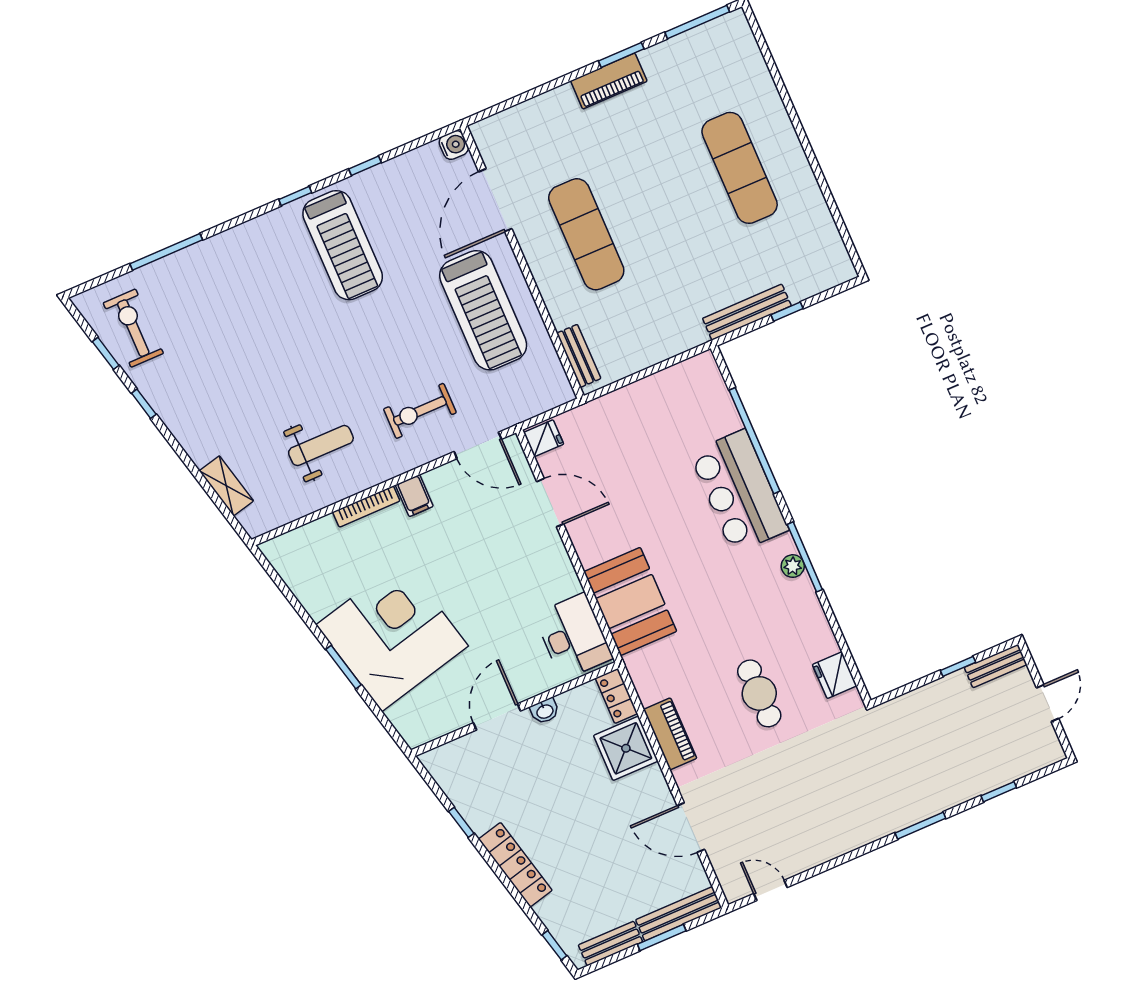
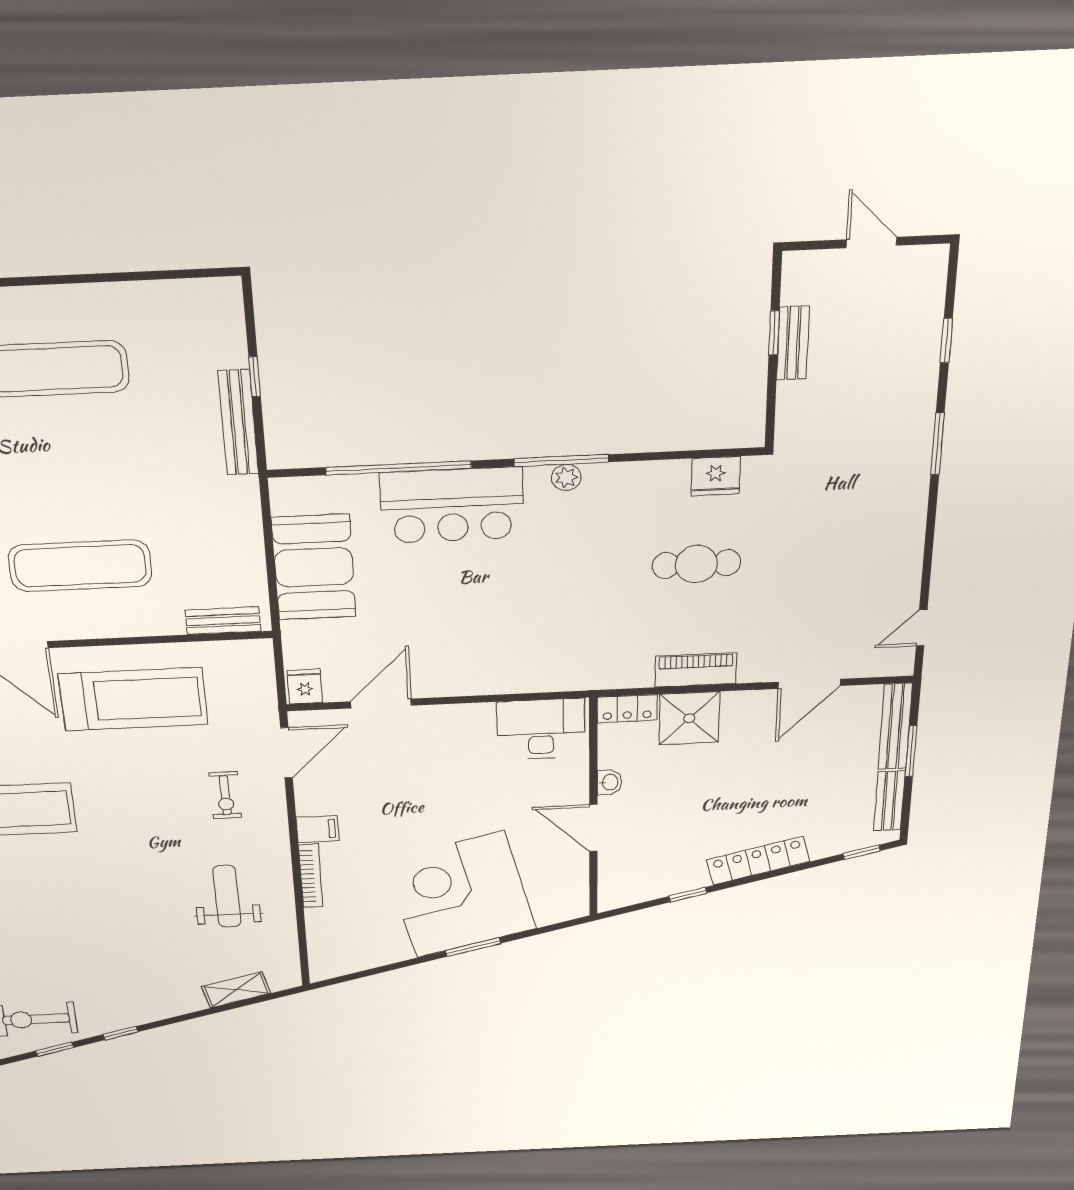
exercise bike: (420, 411) -> (225, 795), width x0.73, depth x0.72
booth: (630, 601) -> (314, 567), moved, turned 90
bench: (996, 666) -> (793, 343), moved

